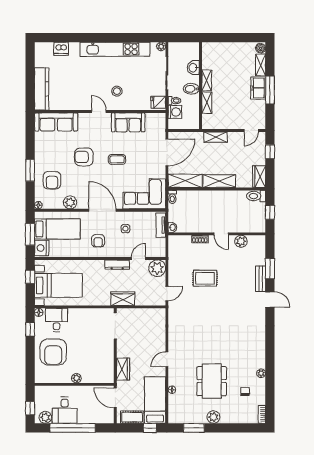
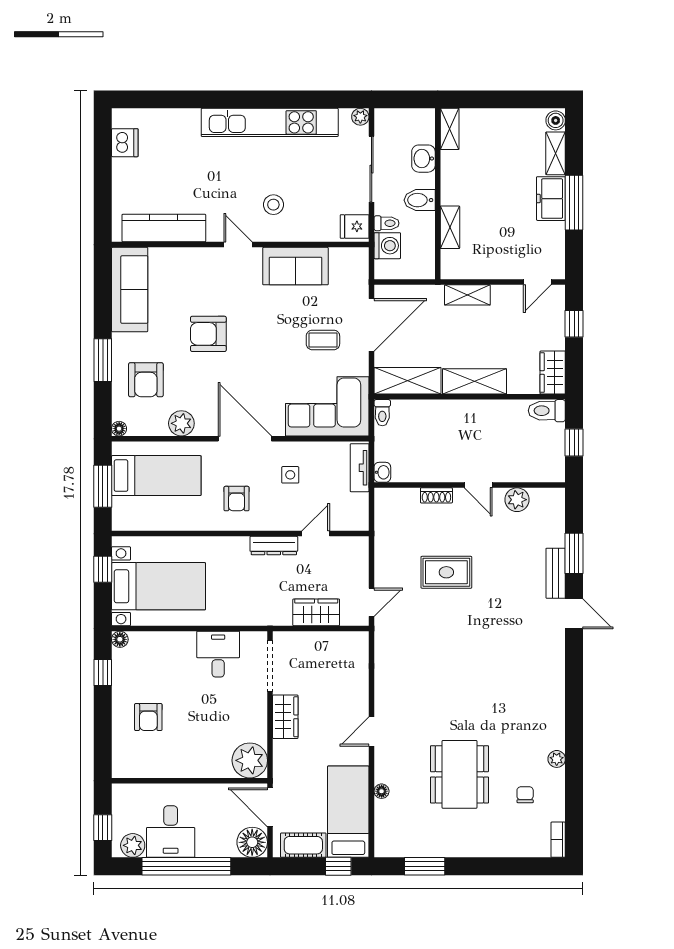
dishwasher: (61, 49) -> (125, 143), moved, turned -90
shelving: (207, 80) -> (450, 129), moved
kitchen counter: (42, 89) -> (164, 228), moved, turned -90
sofa: (56, 122) -> (130, 290), moved, turned -90
coffee table: (117, 159) -> (323, 340), moved
nightstand: (42, 248) -> (126, 513), removed
plant: (157, 268) -> (353, 553), removed
wardrobe: (123, 299) -> (316, 612), moved
desk: (56, 320) -> (218, 654), moved
armchair: (53, 352) -> (148, 717), width x0.53, depth x0.53
wardrobe: (123, 369) -> (285, 717), moved
plant: (76, 378) -> (250, 760), moved, width x1.88, depth x1.88
floor lamp: (106, 416) -> (252, 842), added
plant: (213, 417) -> (463, 845), removed

